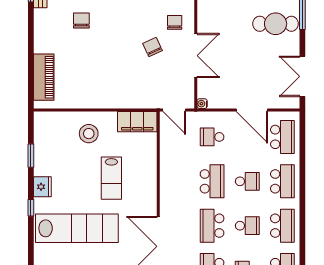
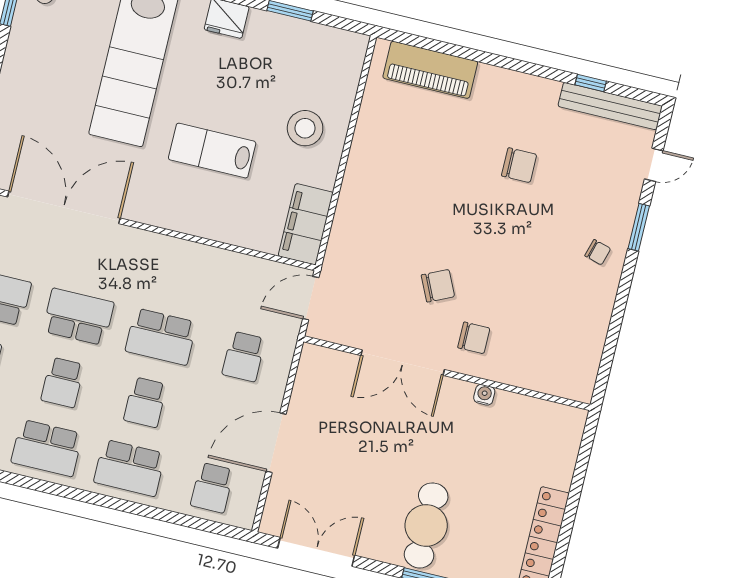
water cooler: (202, 104) -> (484, 395), moved
school desk: (212, 137) -> (244, 356), turned 180
school desk: (282, 137) -> (212, 488), width x0.54

